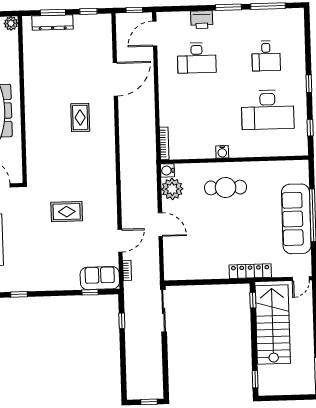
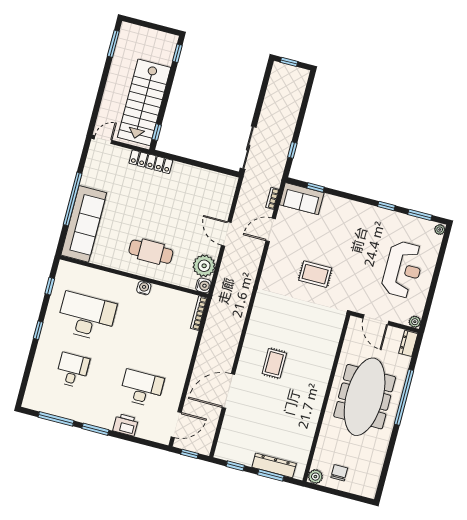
sofa: (296, 219) -> (84, 224), moved

